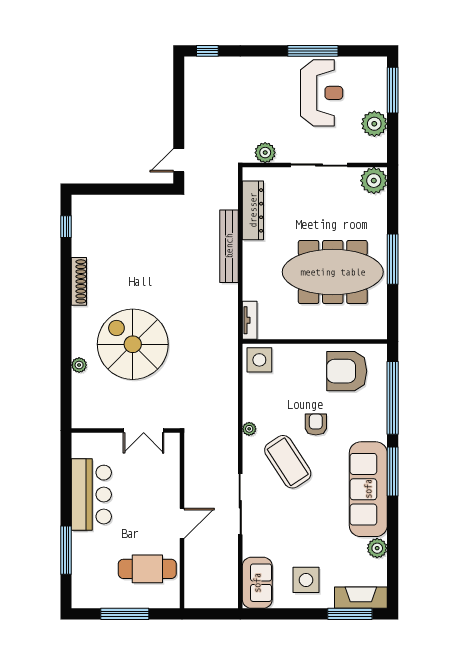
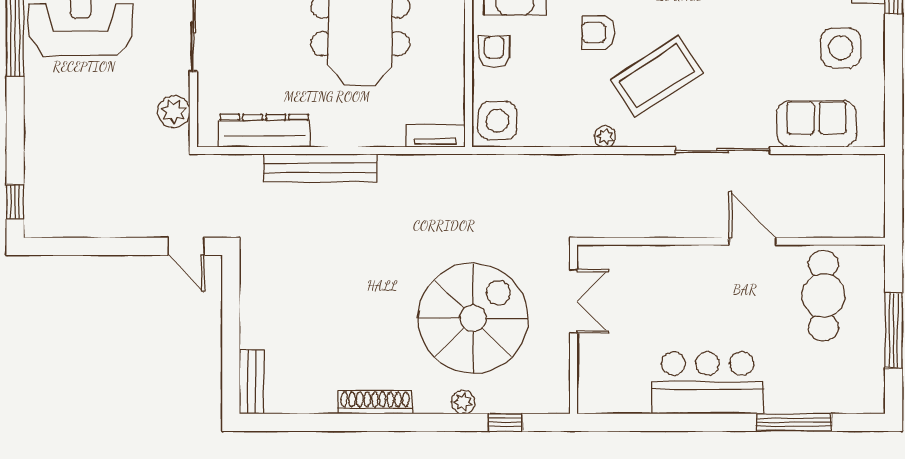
bench: (92, 202) -> (251, 382), added
window: (66, 227) -> (506, 422), moved
spiral stairs: (133, 344) -> (473, 318), turned 180
armchair: (304, 358) -> (494, 52), added
plant: (79, 365) -> (463, 402), moved
wall: (126, 431) -> (574, 329), moved
double door: (144, 431) -> (574, 301), moved
sofa: (257, 583) -> (817, 124), moved

